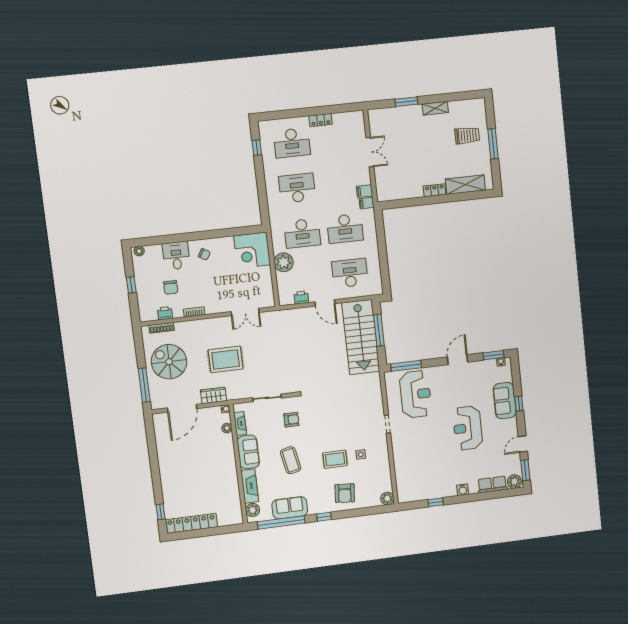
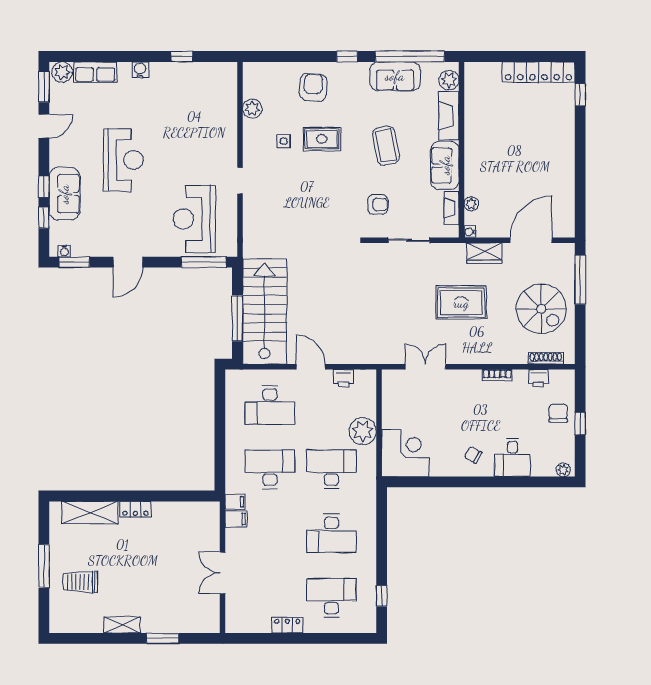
chair: (171, 287) -> (558, 413), moved
window: (517, 383) -> (44, 218), added
armchair: (291, 420) -> (378, 204), turned 180
plant: (387, 499) -> (252, 109), moved

